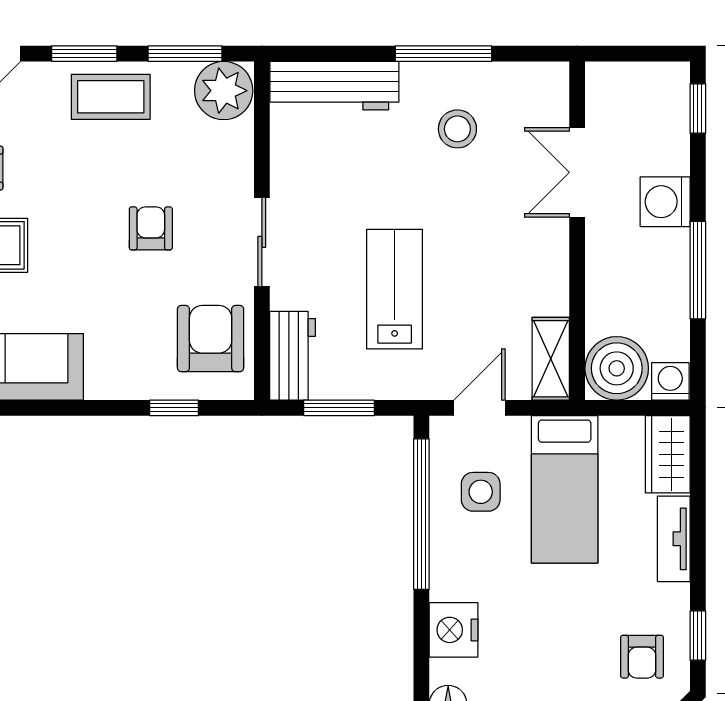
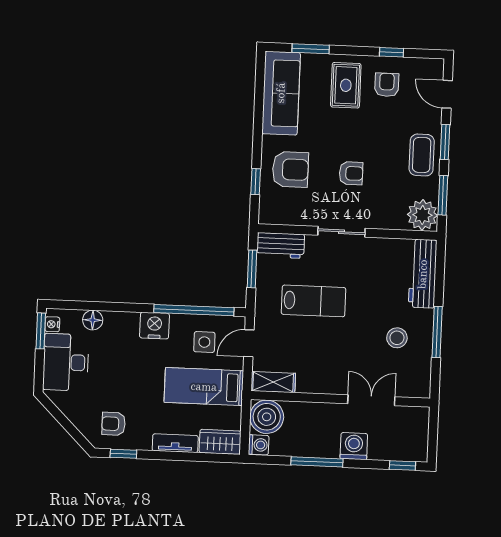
armchair: (211, 339) -> (290, 169), moved
door: (479, 408) -> (249, 343), swing flipped
nightstand: (454, 630) -> (154, 326), moved

